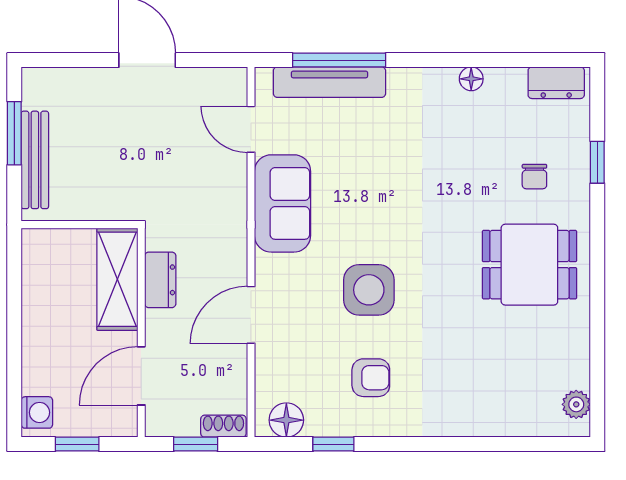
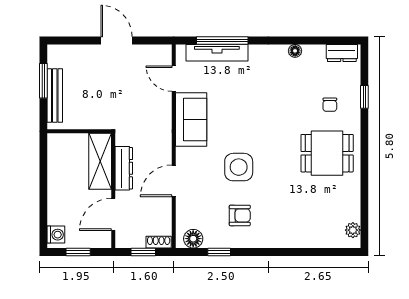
dresser: (160, 280) -> (124, 168), width x1.44

